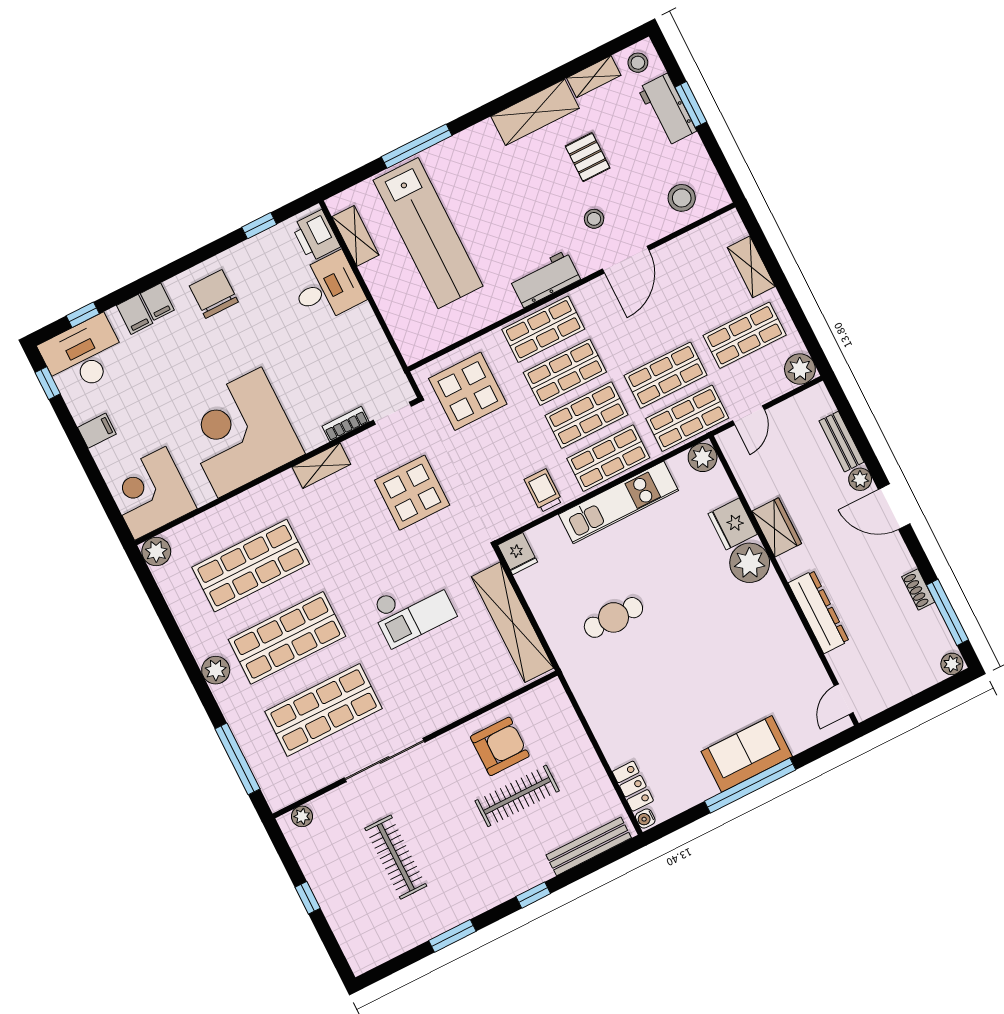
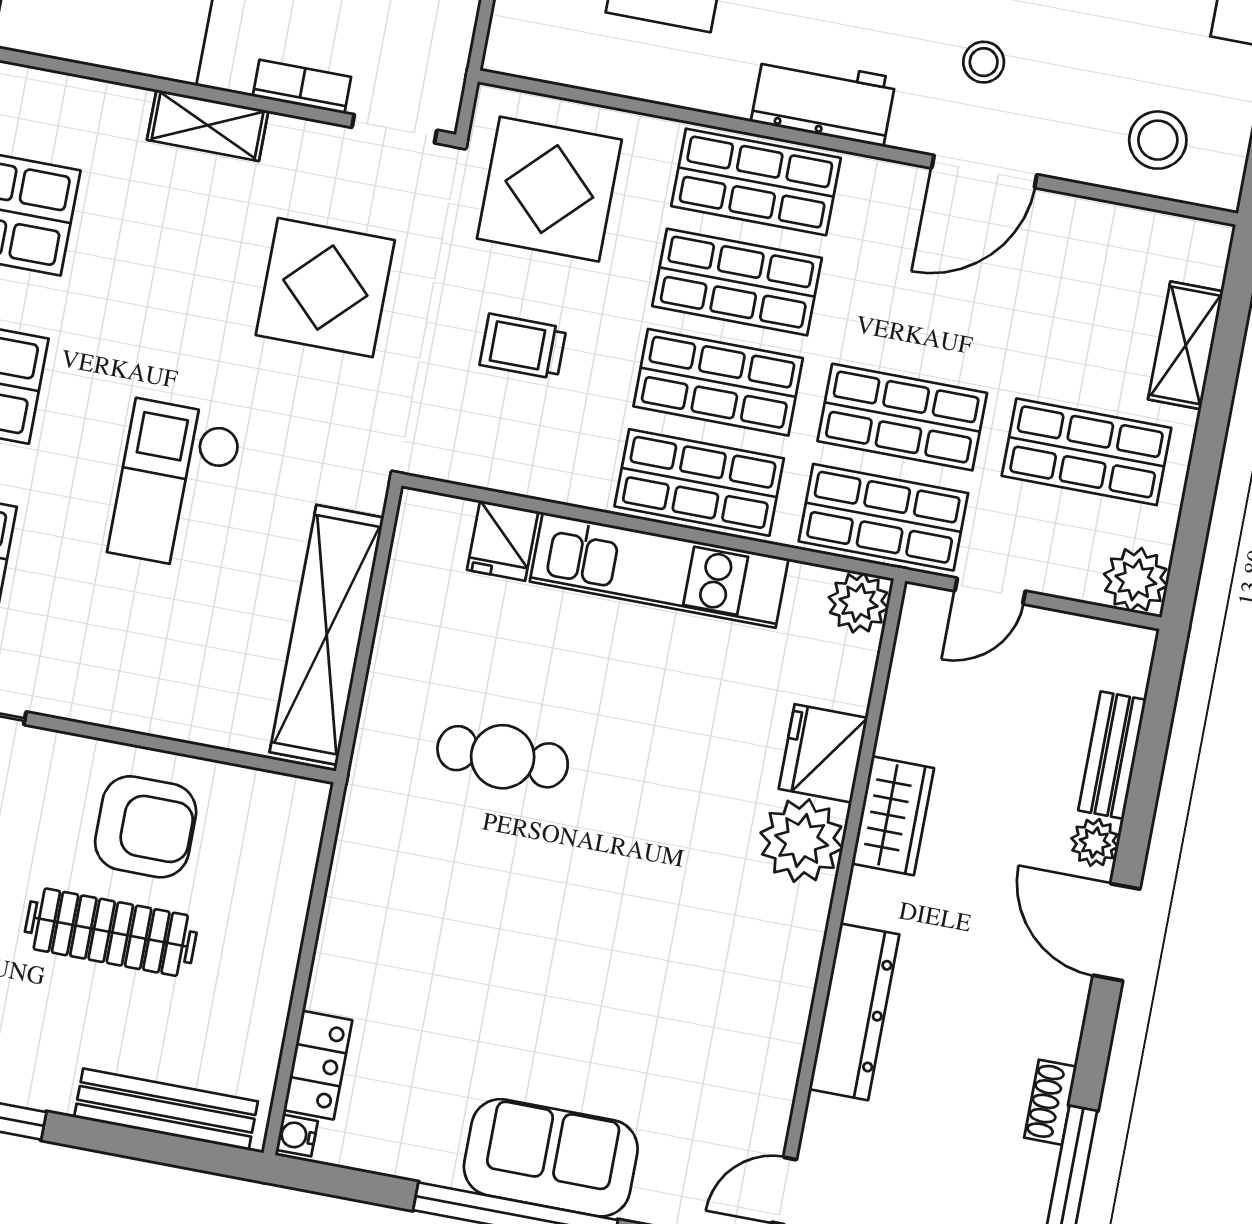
trolley: (543, 490) -> (523, 346), moved, turned -90
fridge: (518, 554) -> (503, 541), moved
checkout: (413, 610) -> (176, 485), turned 90

